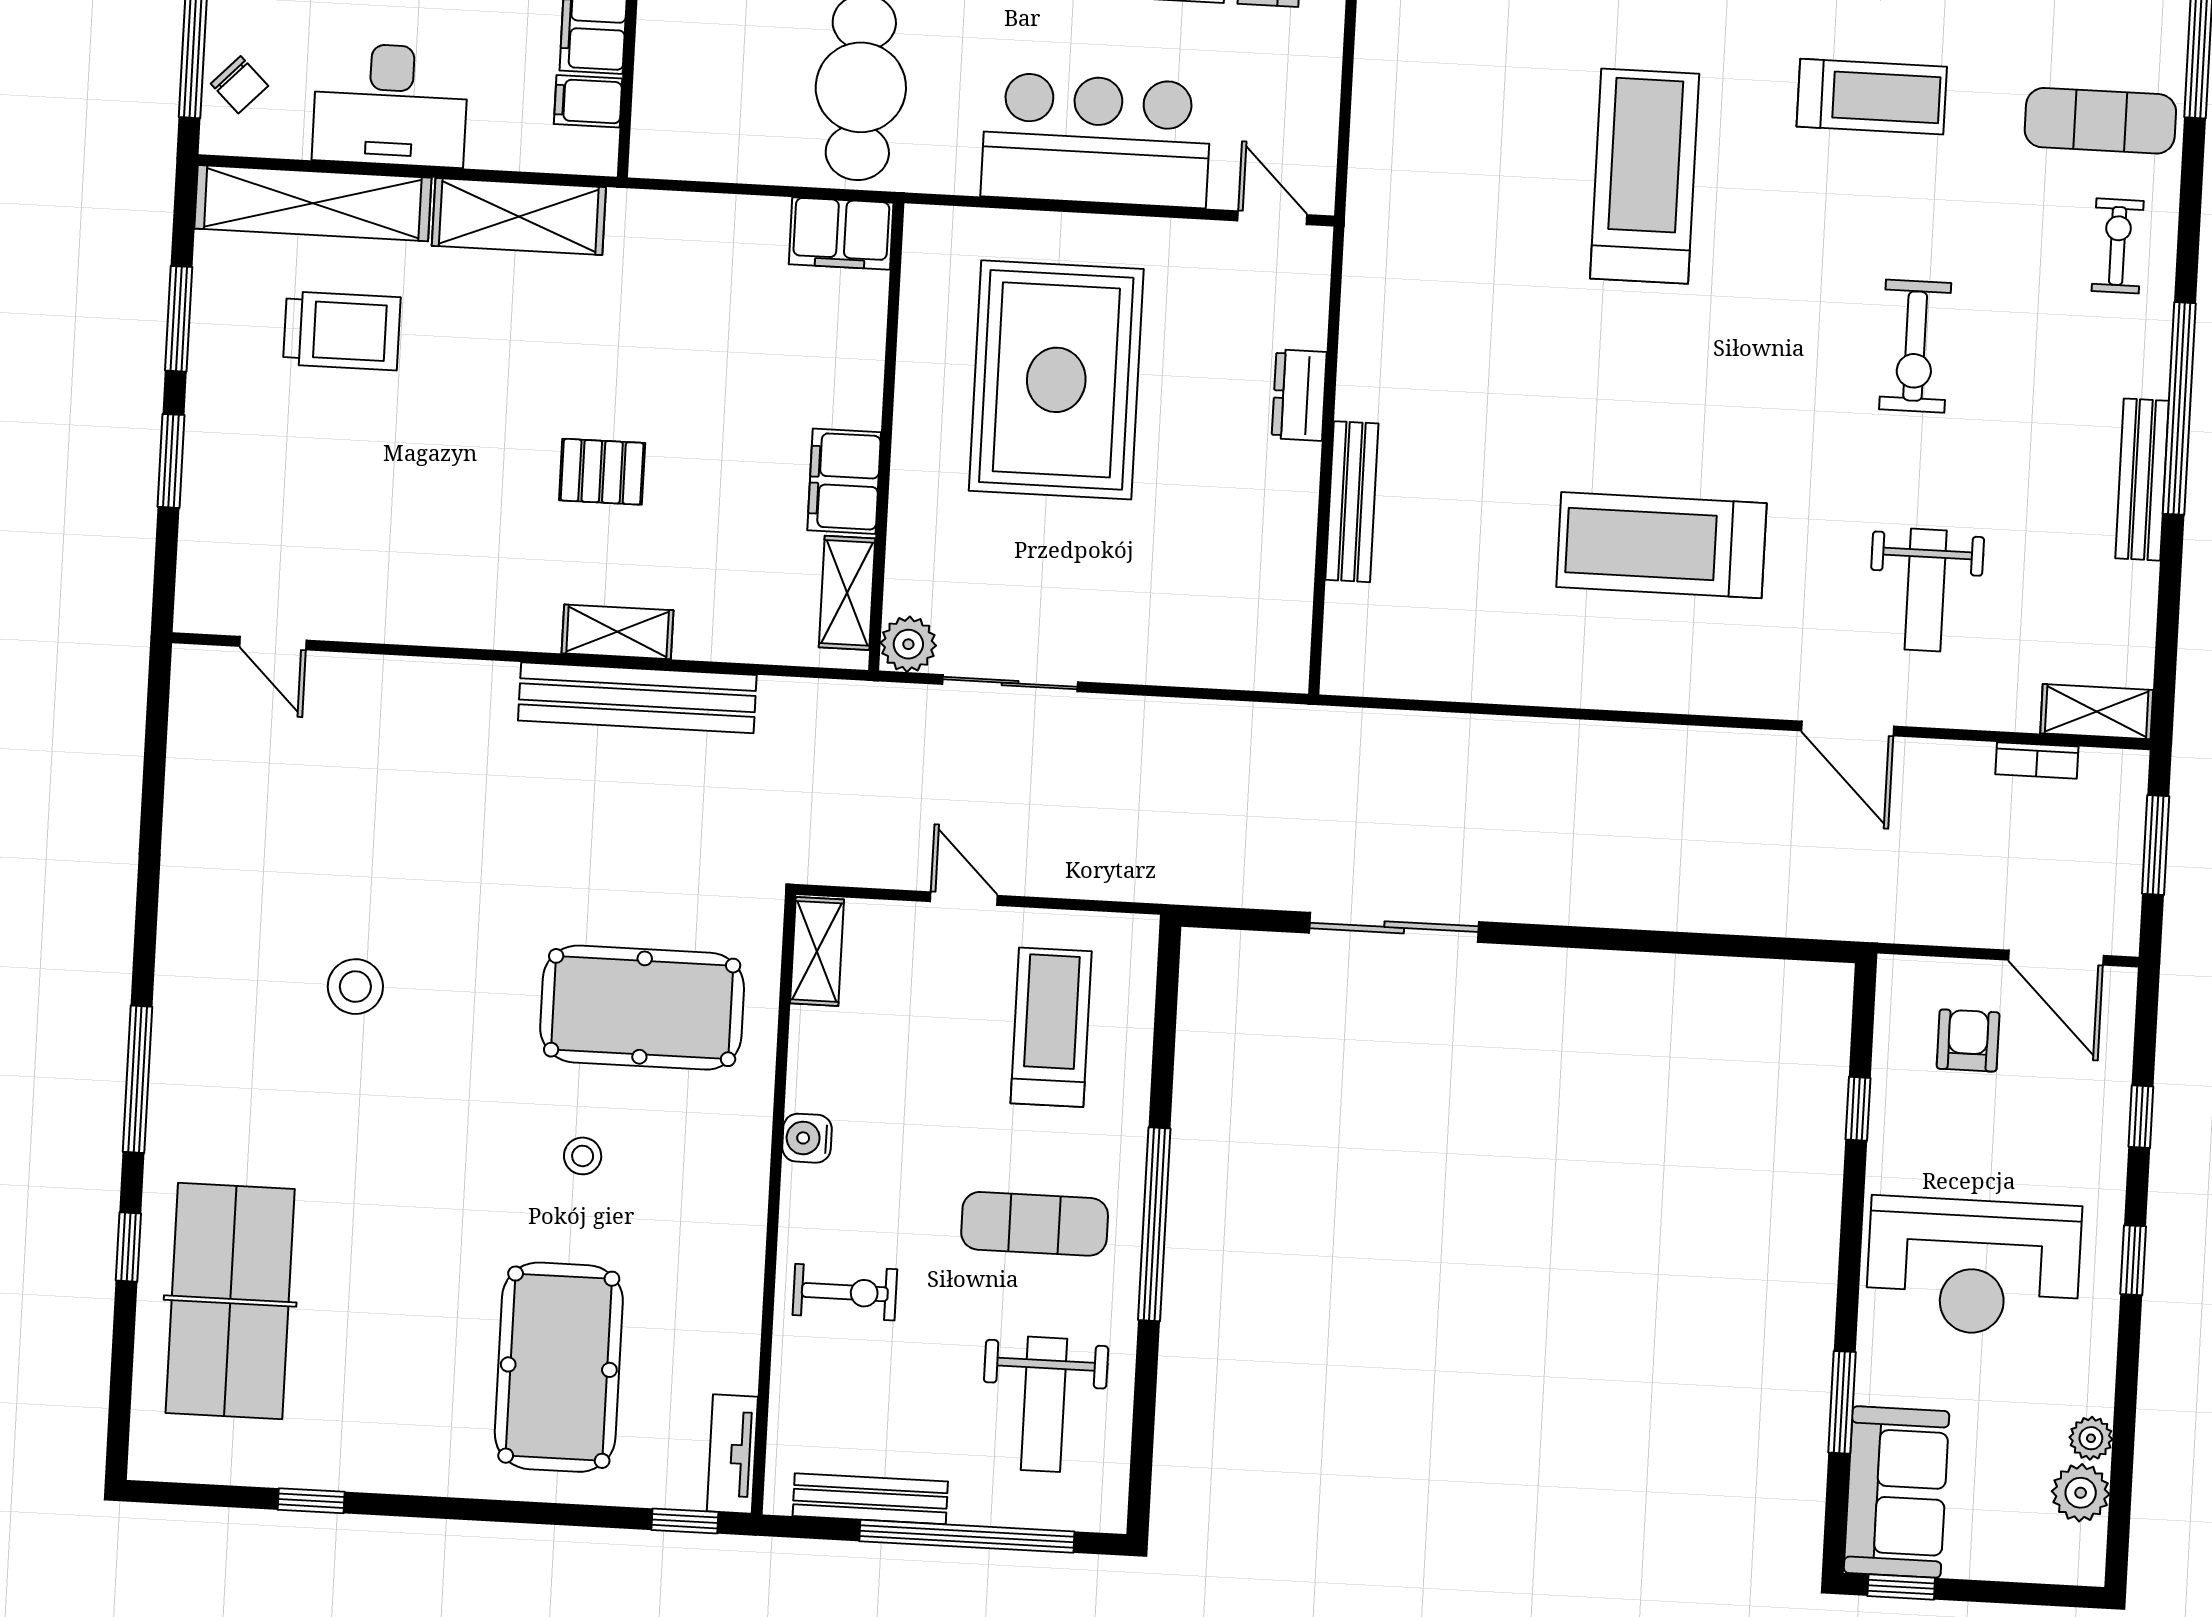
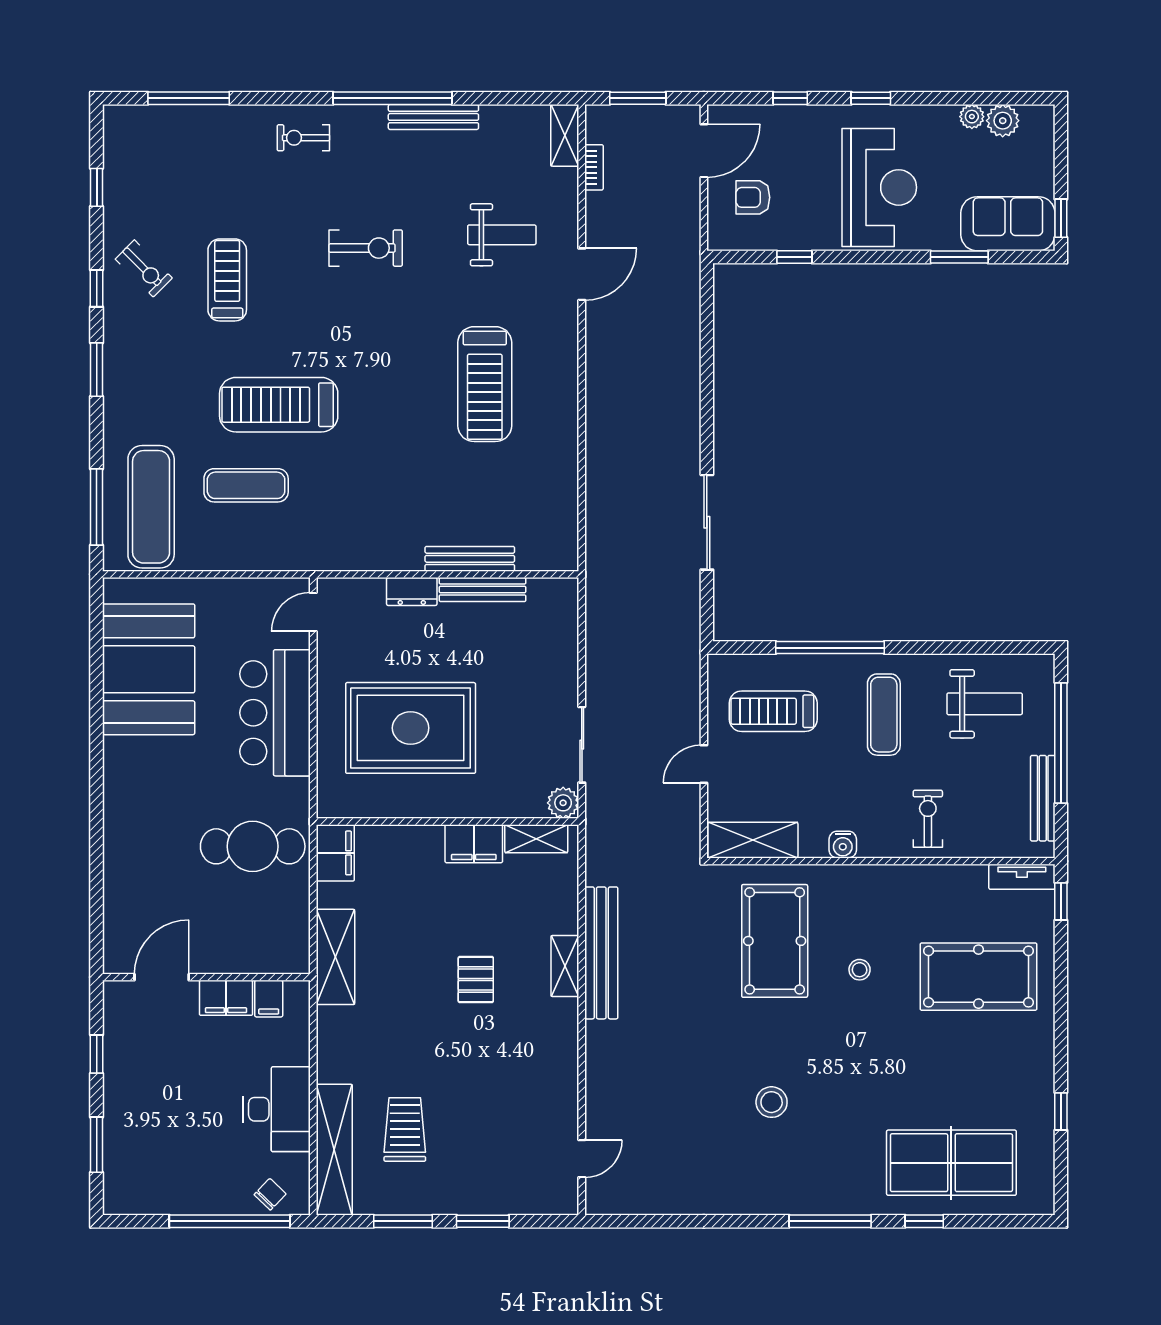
exercise mat: (2100, 121) -> (246, 485), moved, turned 90
shelving: (519, 217) -> (335, 957), moved
bench: (1296, 521) -> (483, 589), added
shelving: (817, 951) -> (753, 840), width x1.50, depth x1.33
window: (1154, 1224) -> (830, 648), moved

